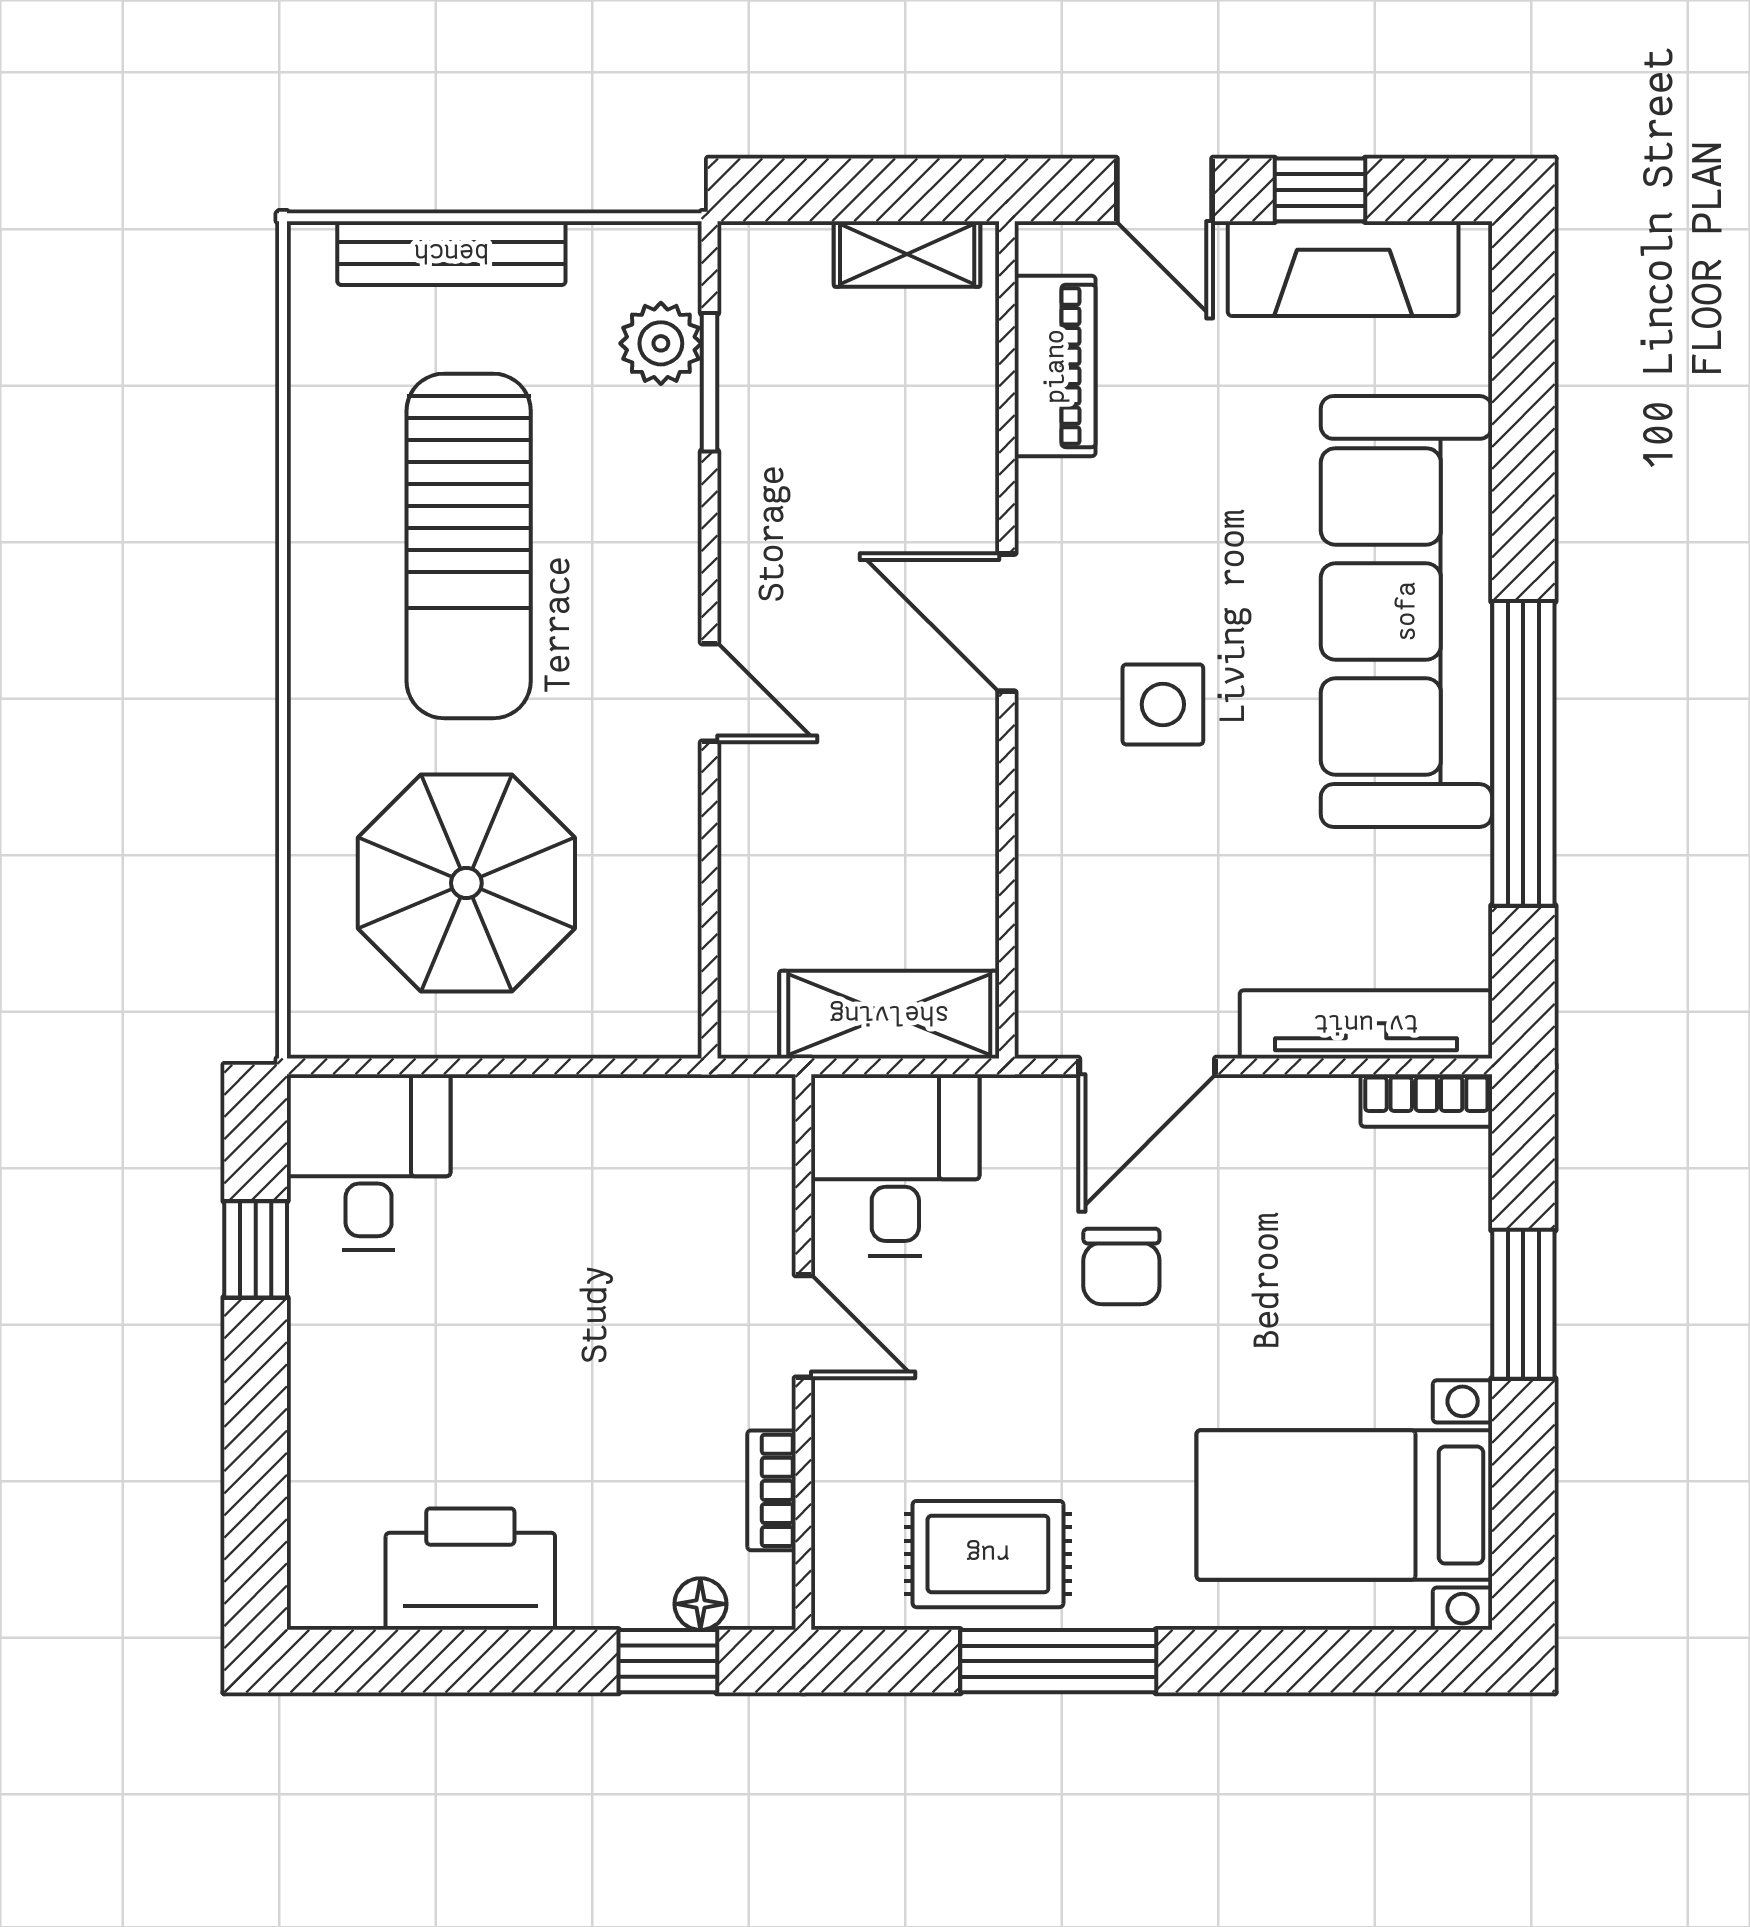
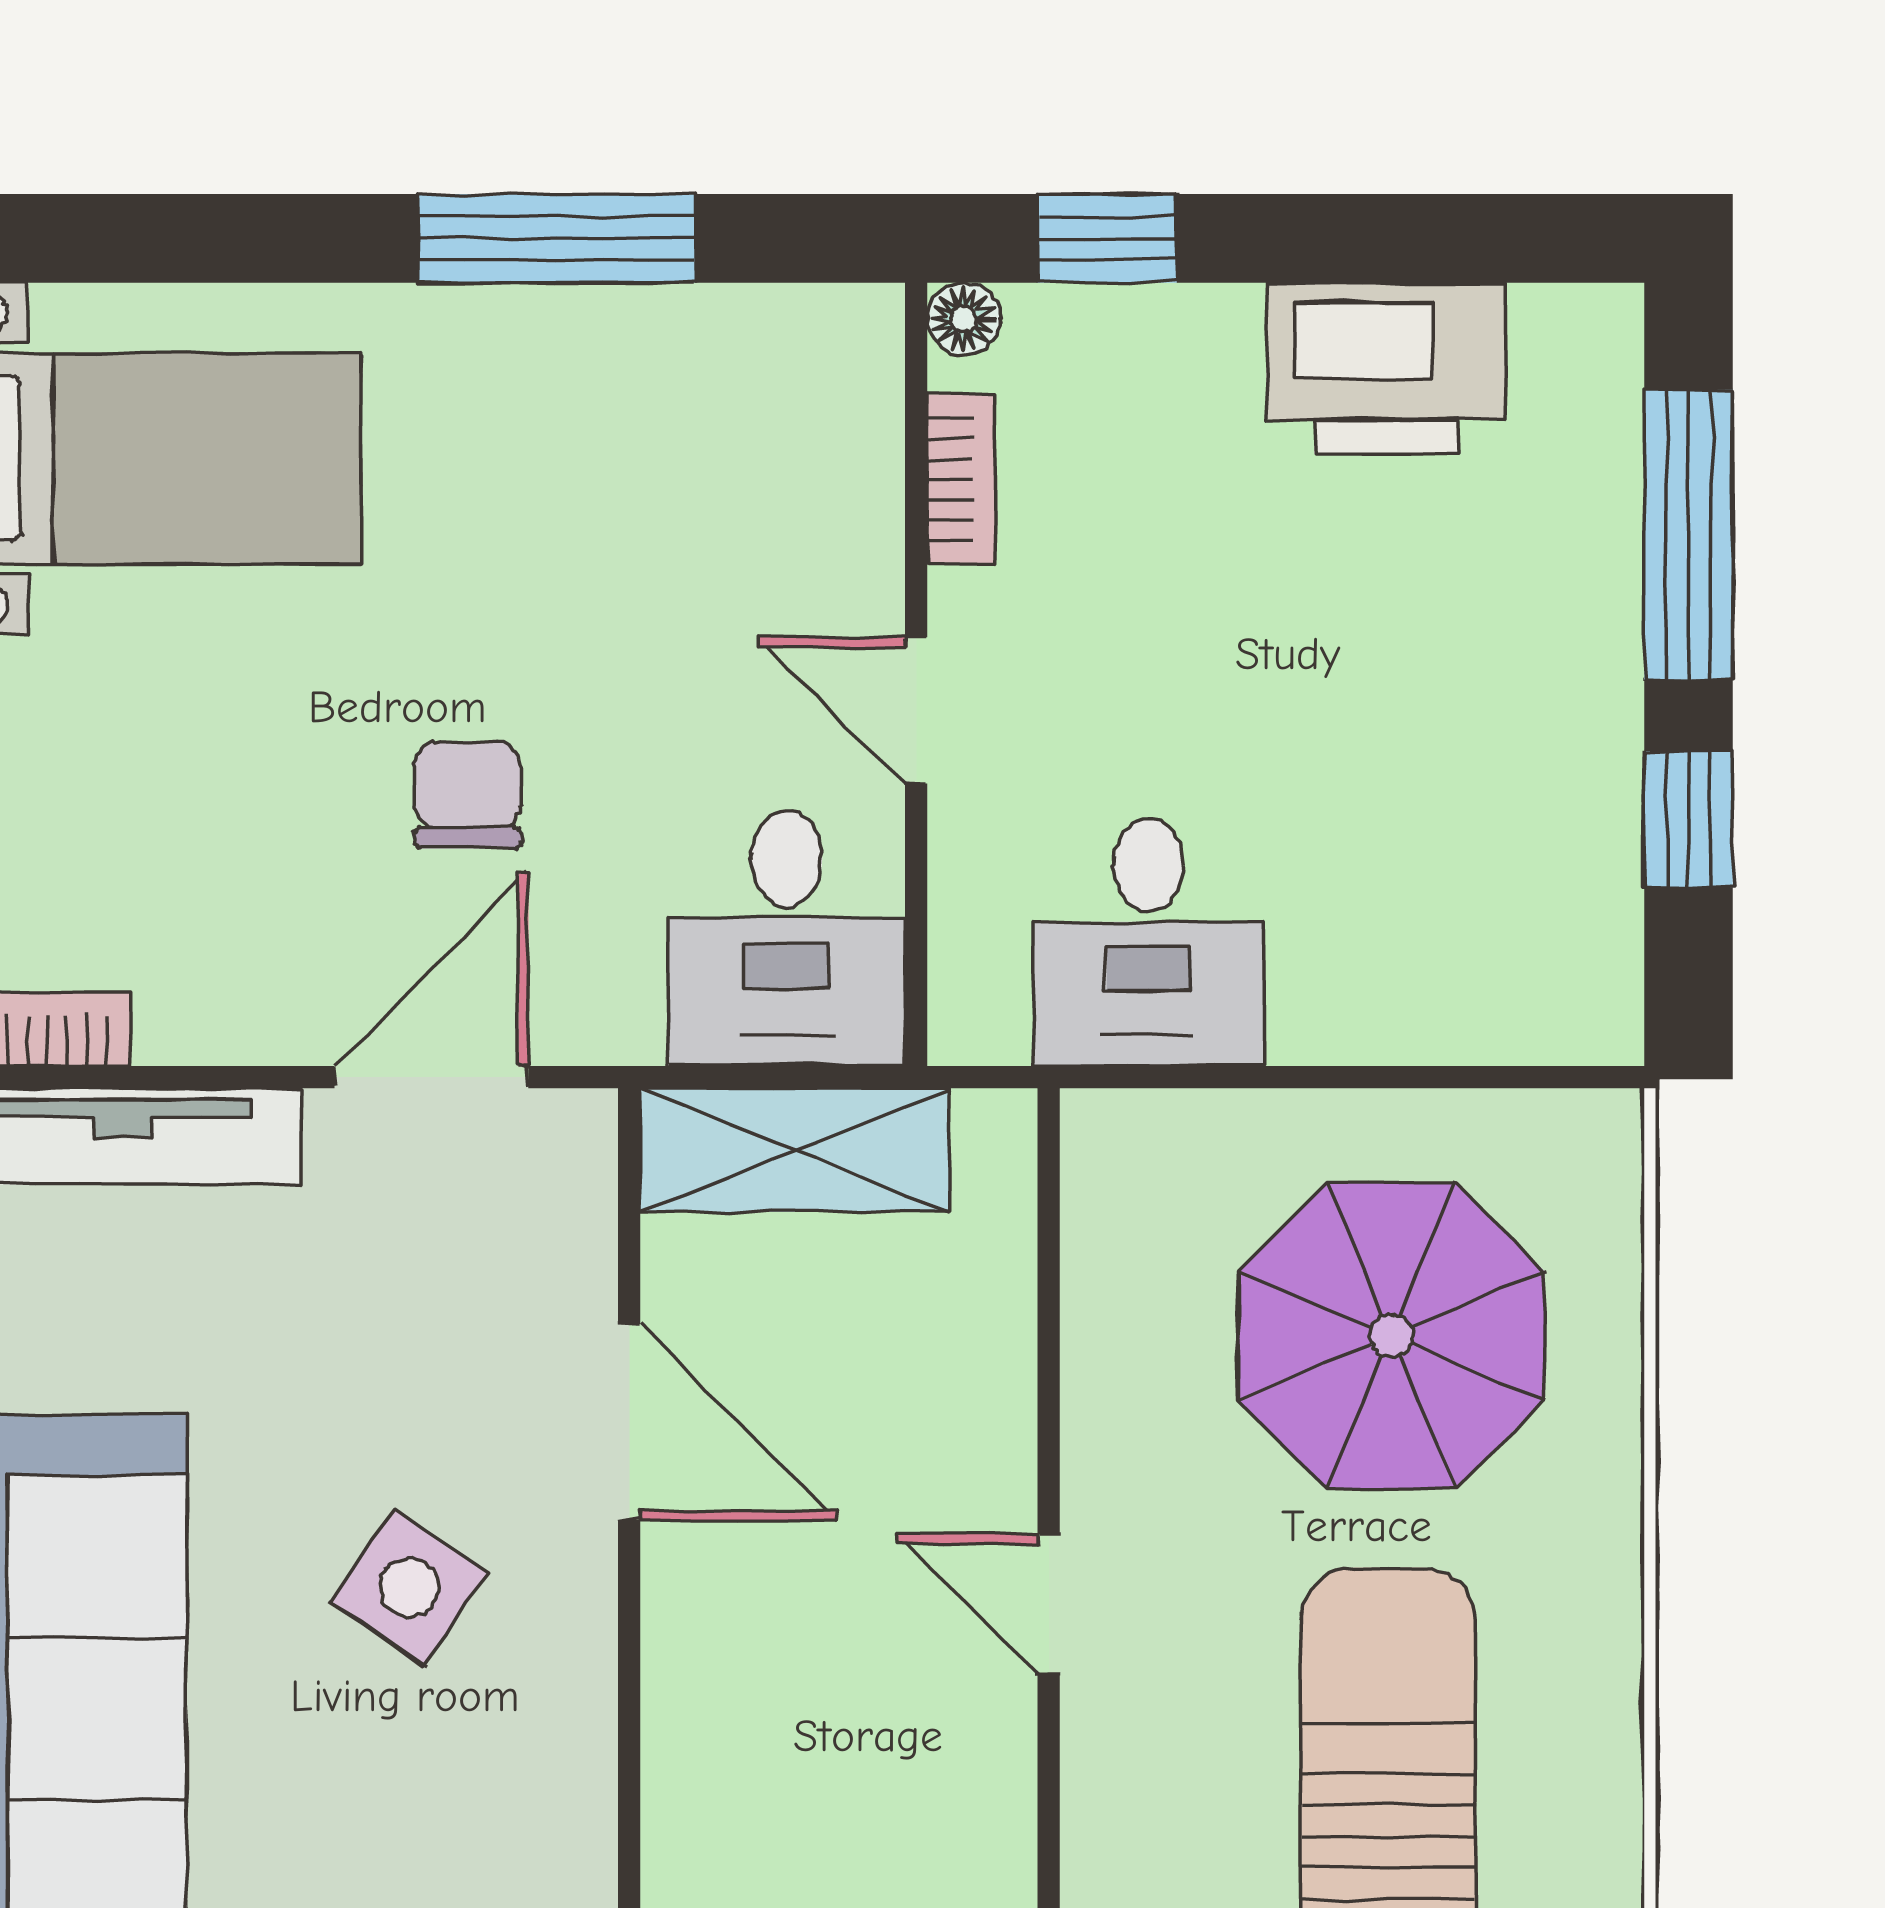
door: (1007, 623) -> (629, 1422), moved
side table: (1163, 704) -> (409, 1587), turned 34
desk: (369, 1162) -> (1148, 942), moved
window: (256, 1451) -> (1689, 535), added
rug: (988, 1554) -> (656, 389), removed
floor lamp: (700, 1604) -> (964, 319), moved

